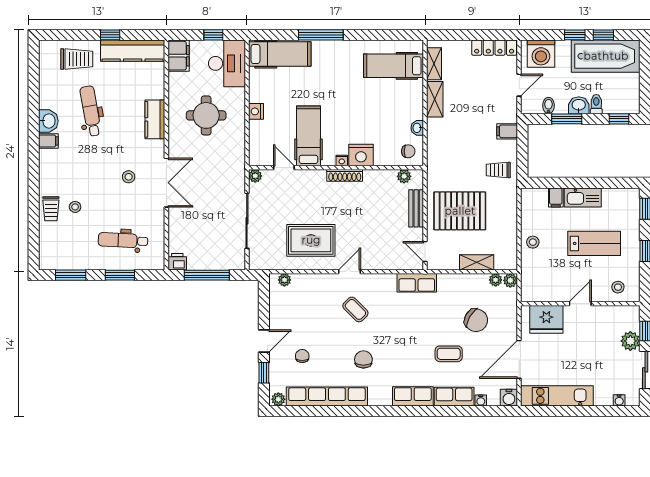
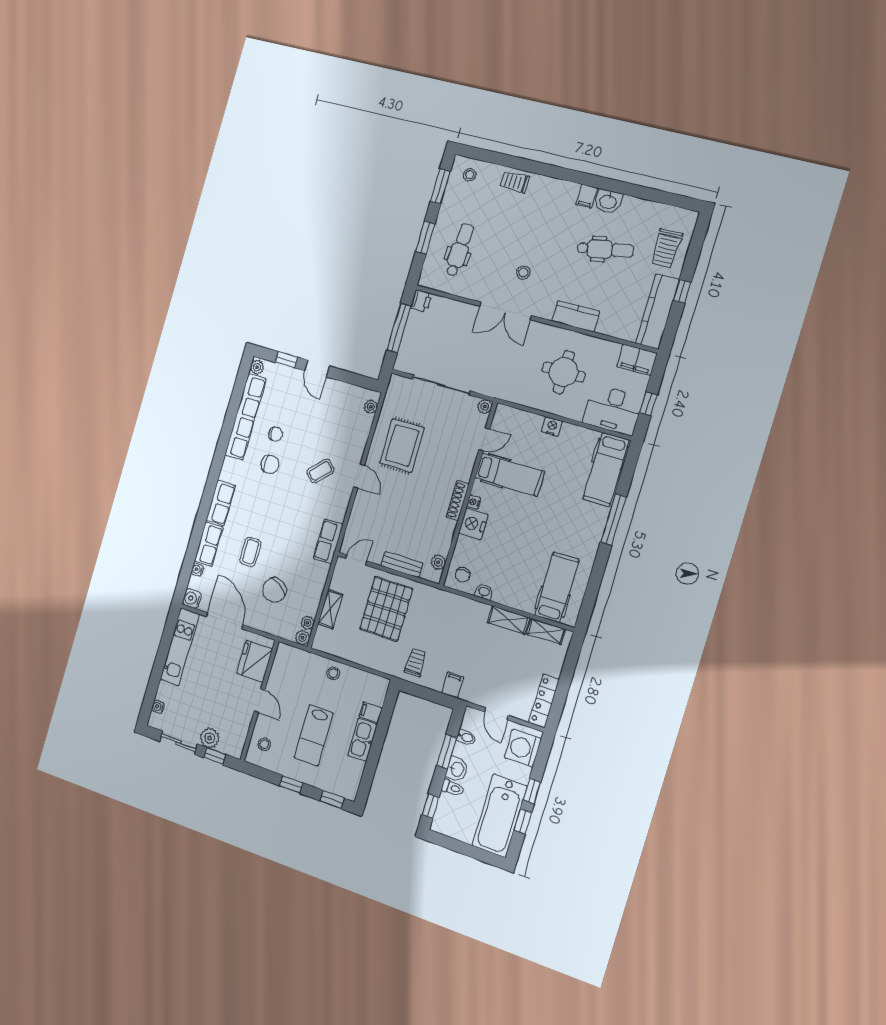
stool: (75, 207) -> (470, 175), moved
chair: (302, 356) -> (275, 434), moved

